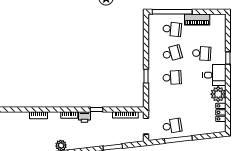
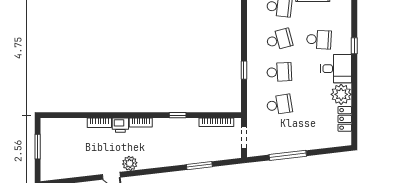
printer: (84, 117) -> (120, 125), moved
school desk: (172, 126) -> (279, 105), moved

